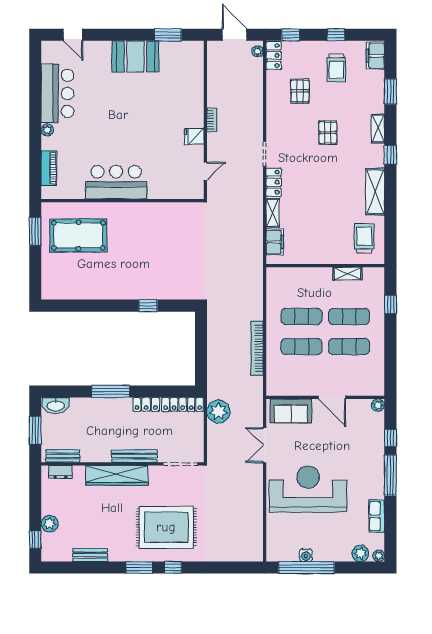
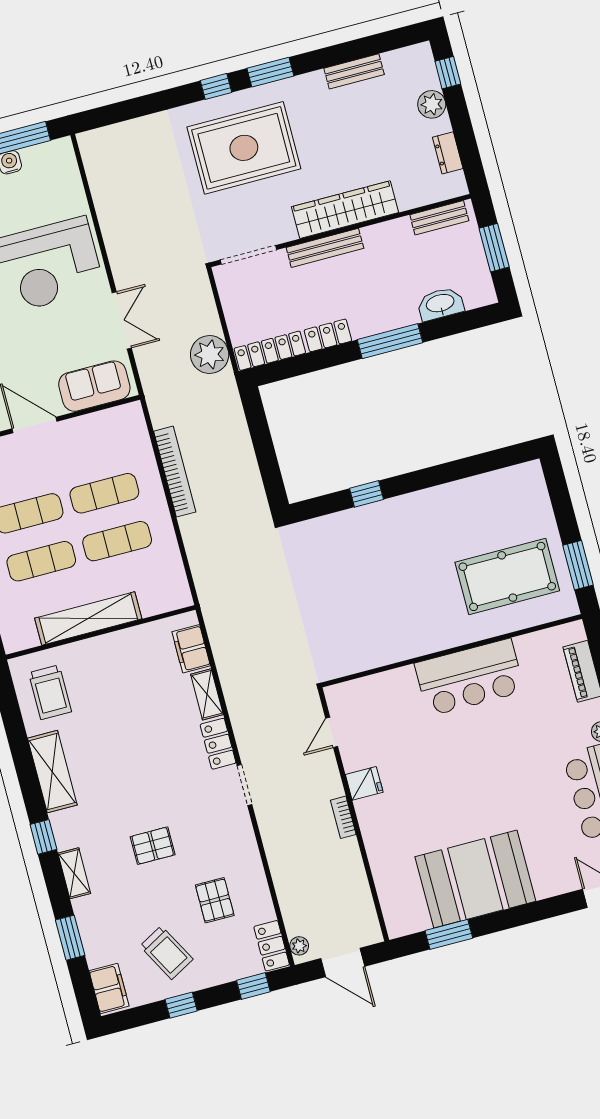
booth: (135, 56) -> (475, 879), width x1.36, depth x1.42
trolley: (336, 68) -> (166, 953), turned 151
pallet: (328, 133) -> (153, 846), turned 90
shelving: (347, 274) -> (88, 618), width x2.20, depth x1.33
washbasin: (56, 405) -> (440, 304), moved
dresser: (60, 472) -> (448, 153), moved, turned -90

